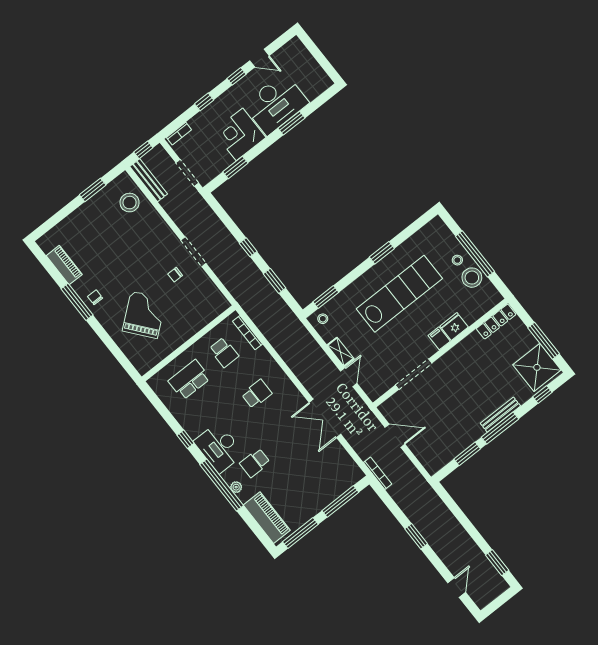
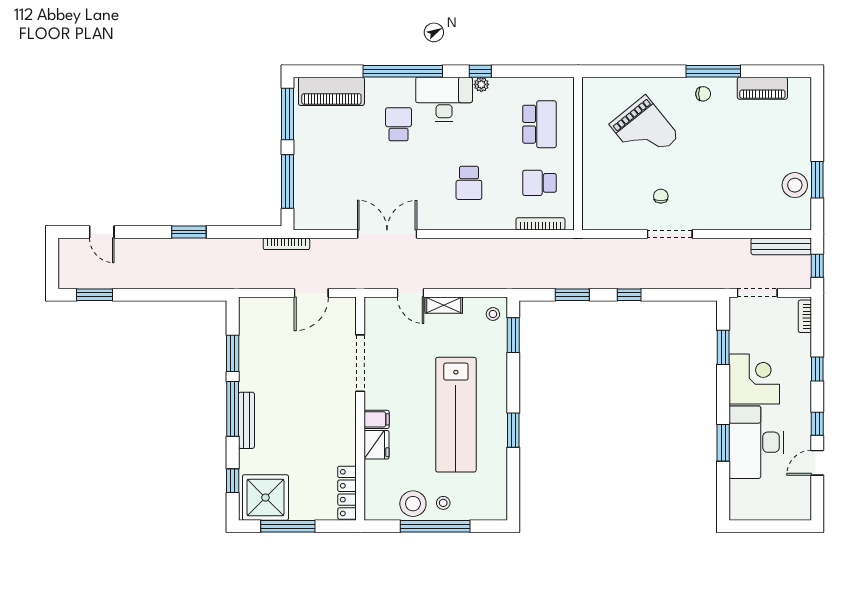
stool: (130, 203) -> (795, 185), moved
plant: (236, 487) -> (481, 84), moved

